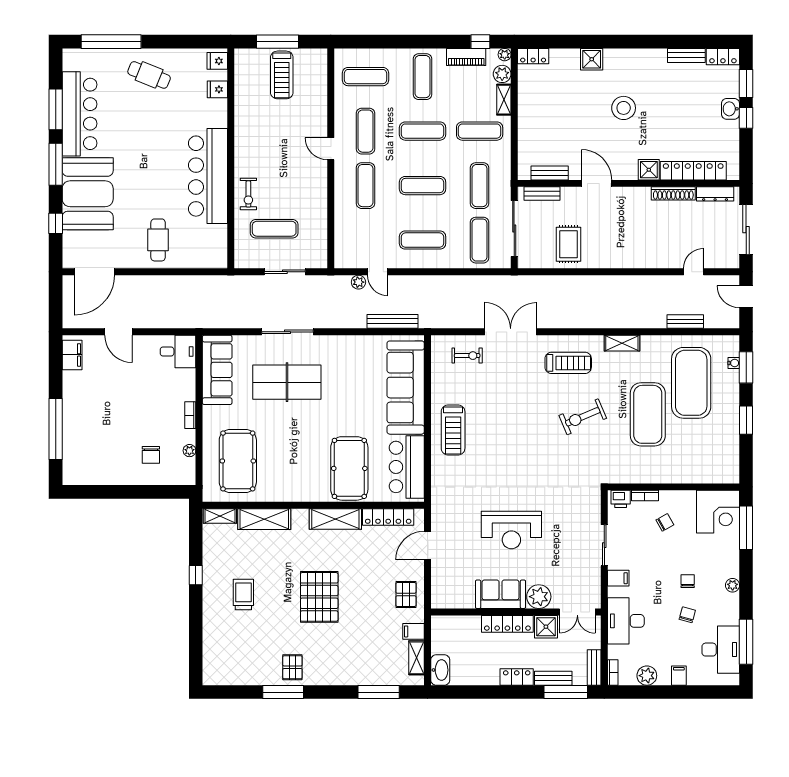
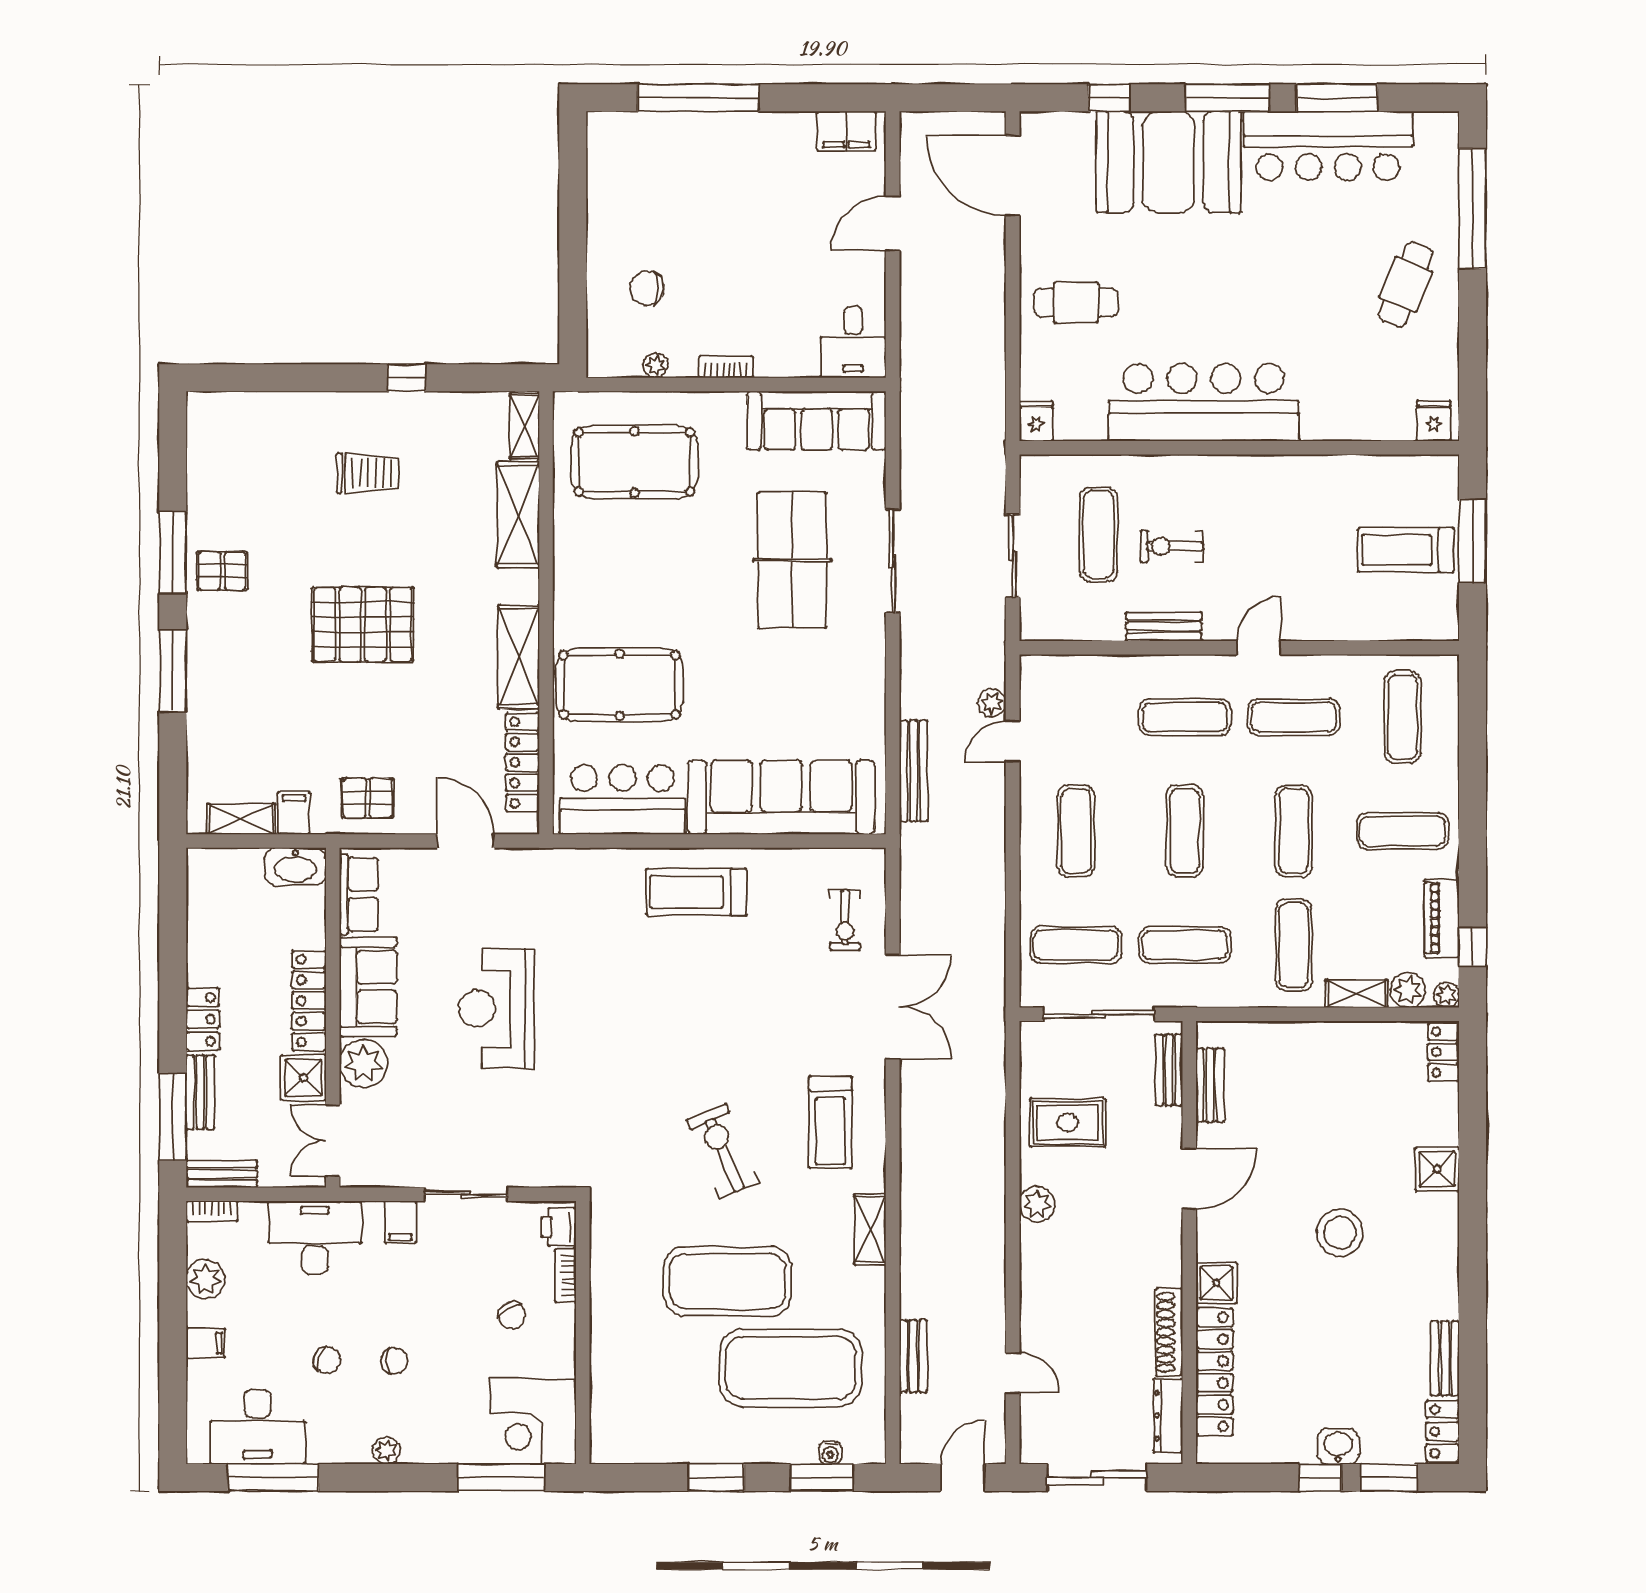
fridge: (217, 89) -> (1036, 421), moved
exercise bike: (248, 194) -> (1172, 546), moved
bench: (320, 196) -> (1164, 627), added
plant: (609, 260) -> (1037, 1204), added
row of seats: (454, 599) -> (359, 894), added
washbasin: (440, 670) -> (295, 866), moved
window: (379, 692) -> (173, 671), moved

